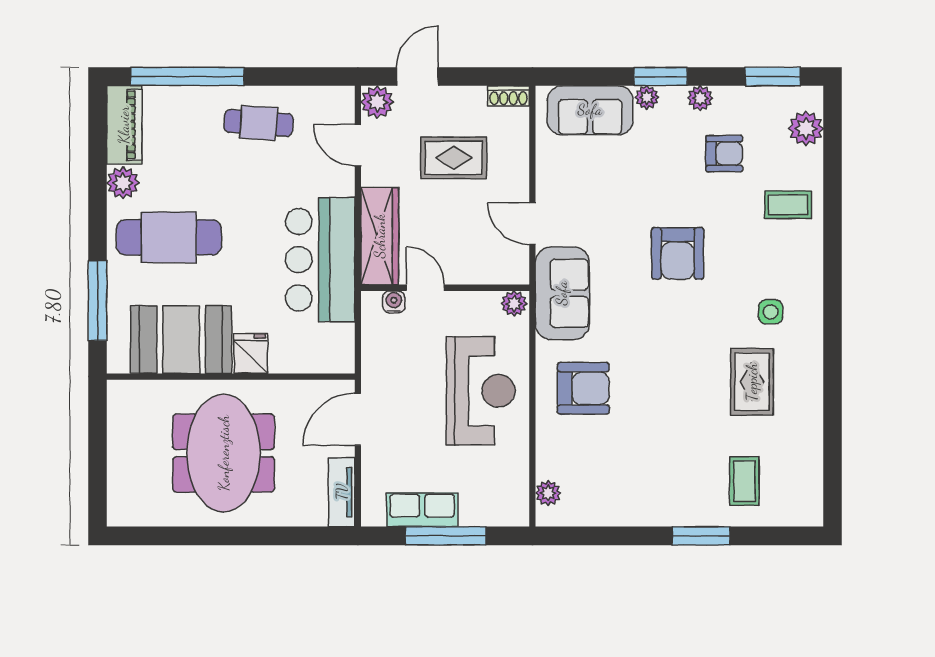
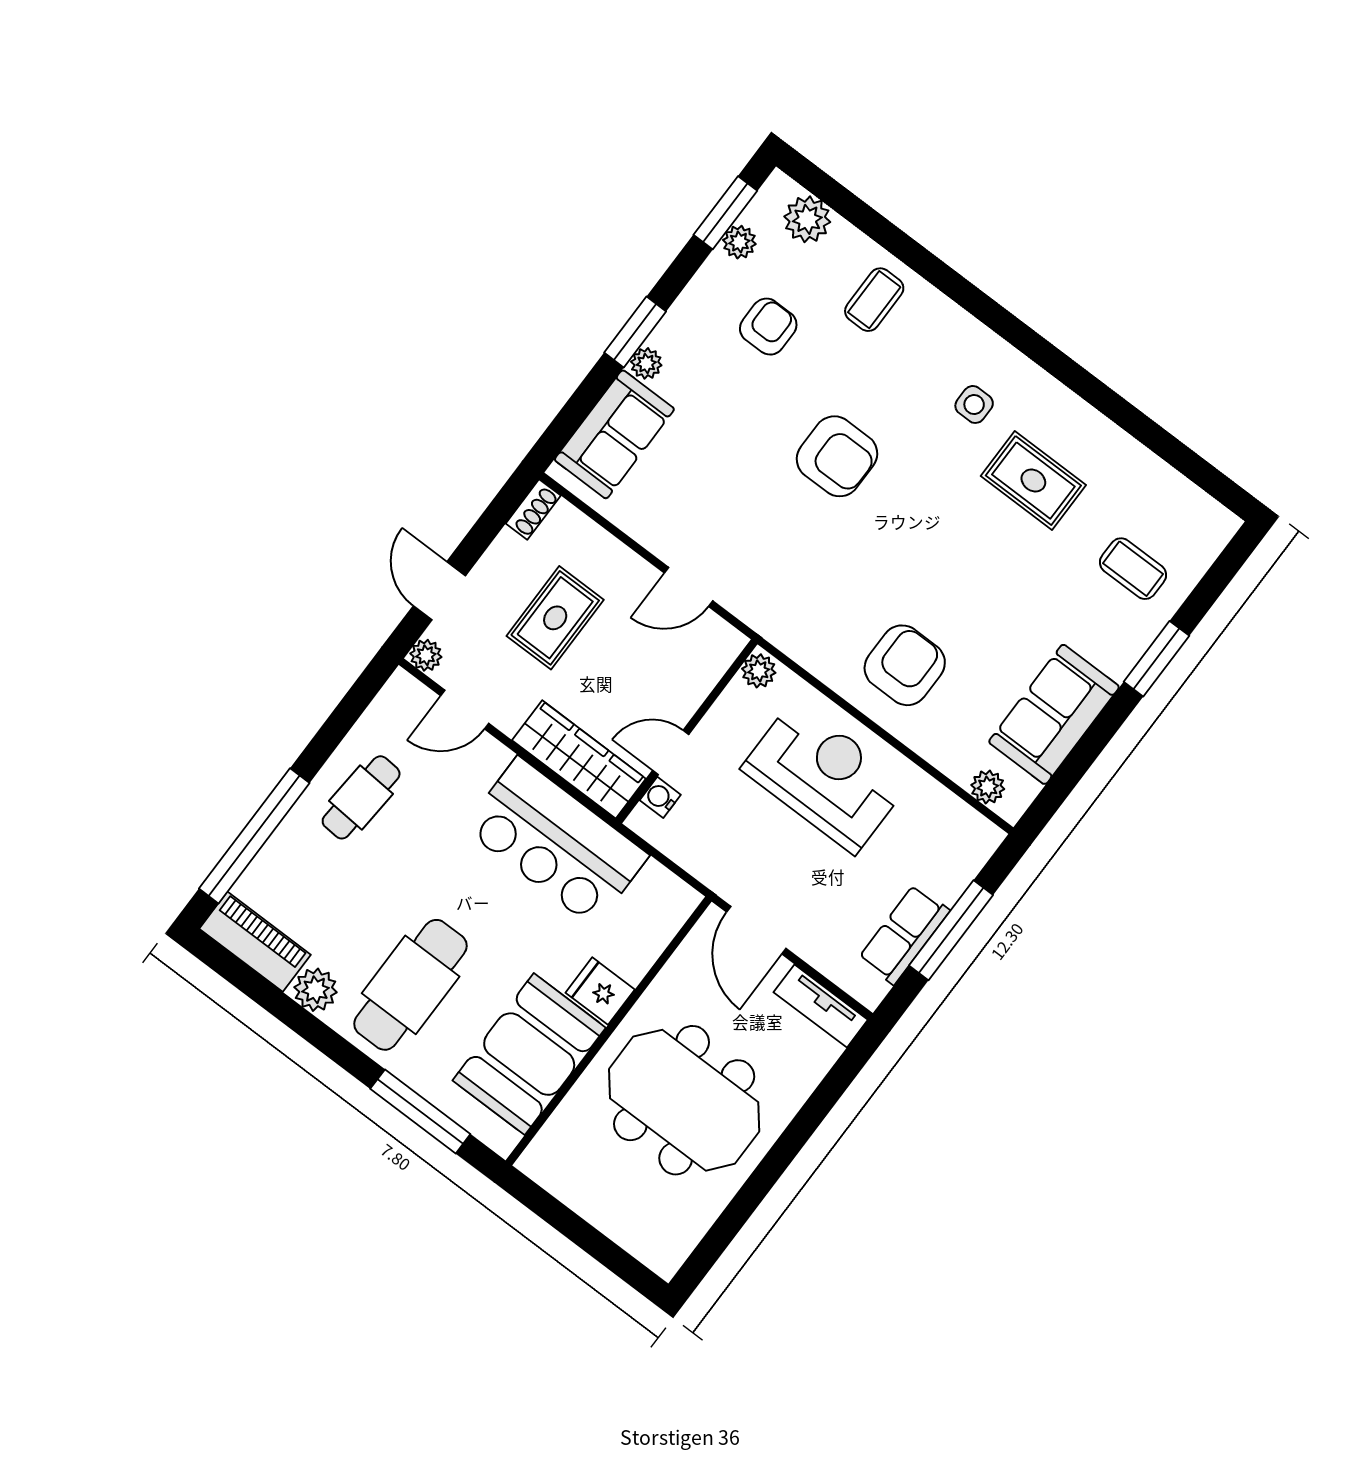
plant: (700, 98) -> (739, 242), moved
plant: (377, 102) -> (426, 655), width x0.73, depth x0.73
sofa: (562, 293) -> (1054, 714), moved, turned -90

